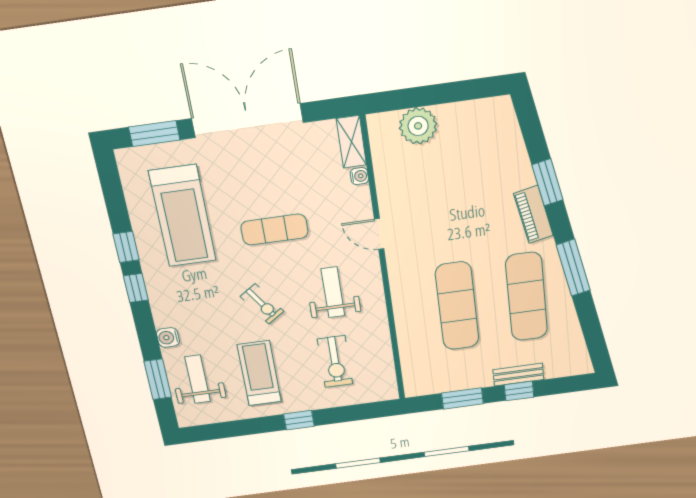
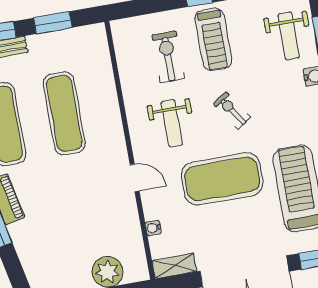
shelving: (351, 142) -> (175, 266), moved, turned 90
exercise mat: (274, 230) -> (222, 179), width x2.00, depth x1.45
treadmill: (259, 373) -> (213, 39), moved

